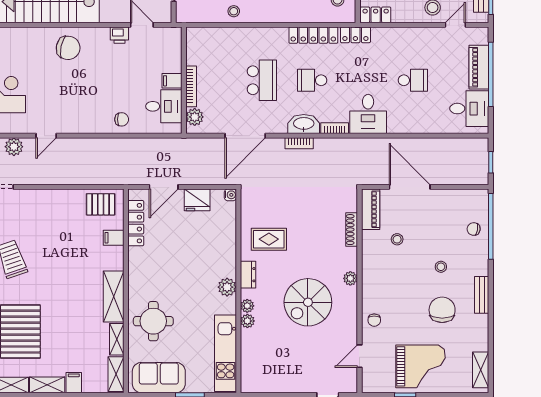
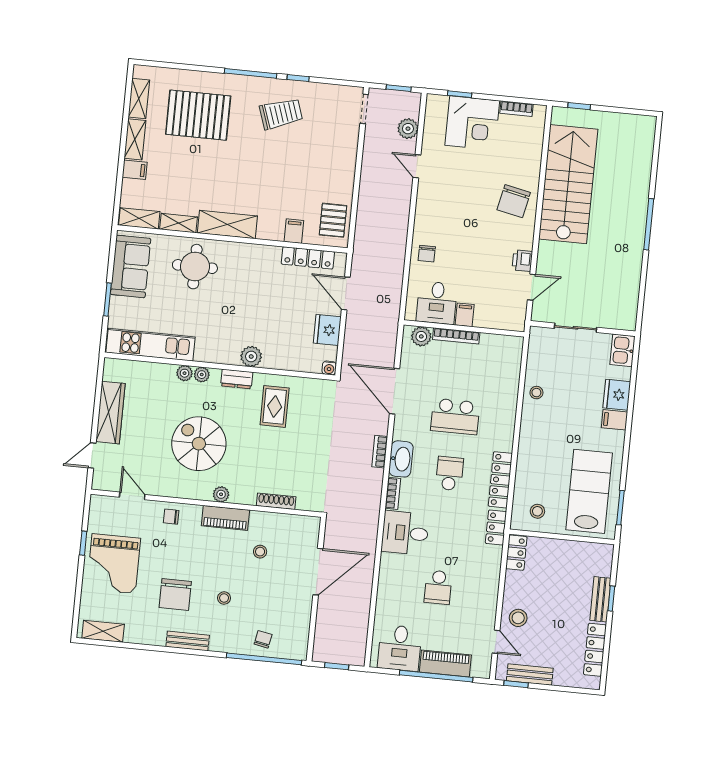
piano: (371, 209) -> (225, 518), moved
plant: (227, 287) -> (251, 357), moved
chair: (442, 310) -> (175, 594), turned 90
wardrobe: (288, 382) -> (110, 413), added

